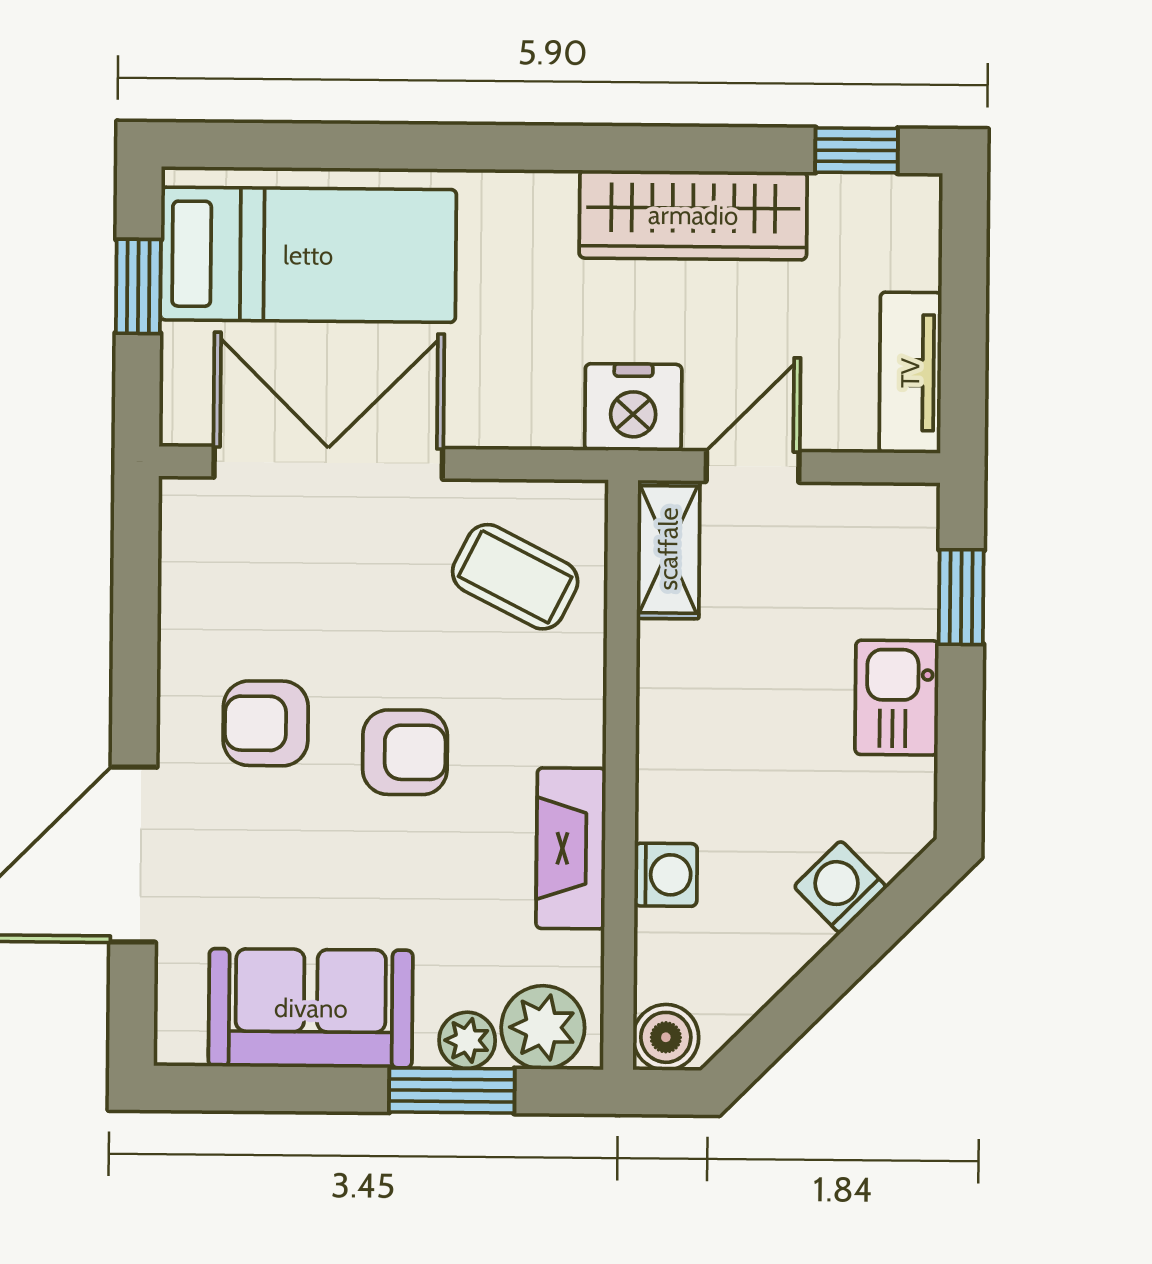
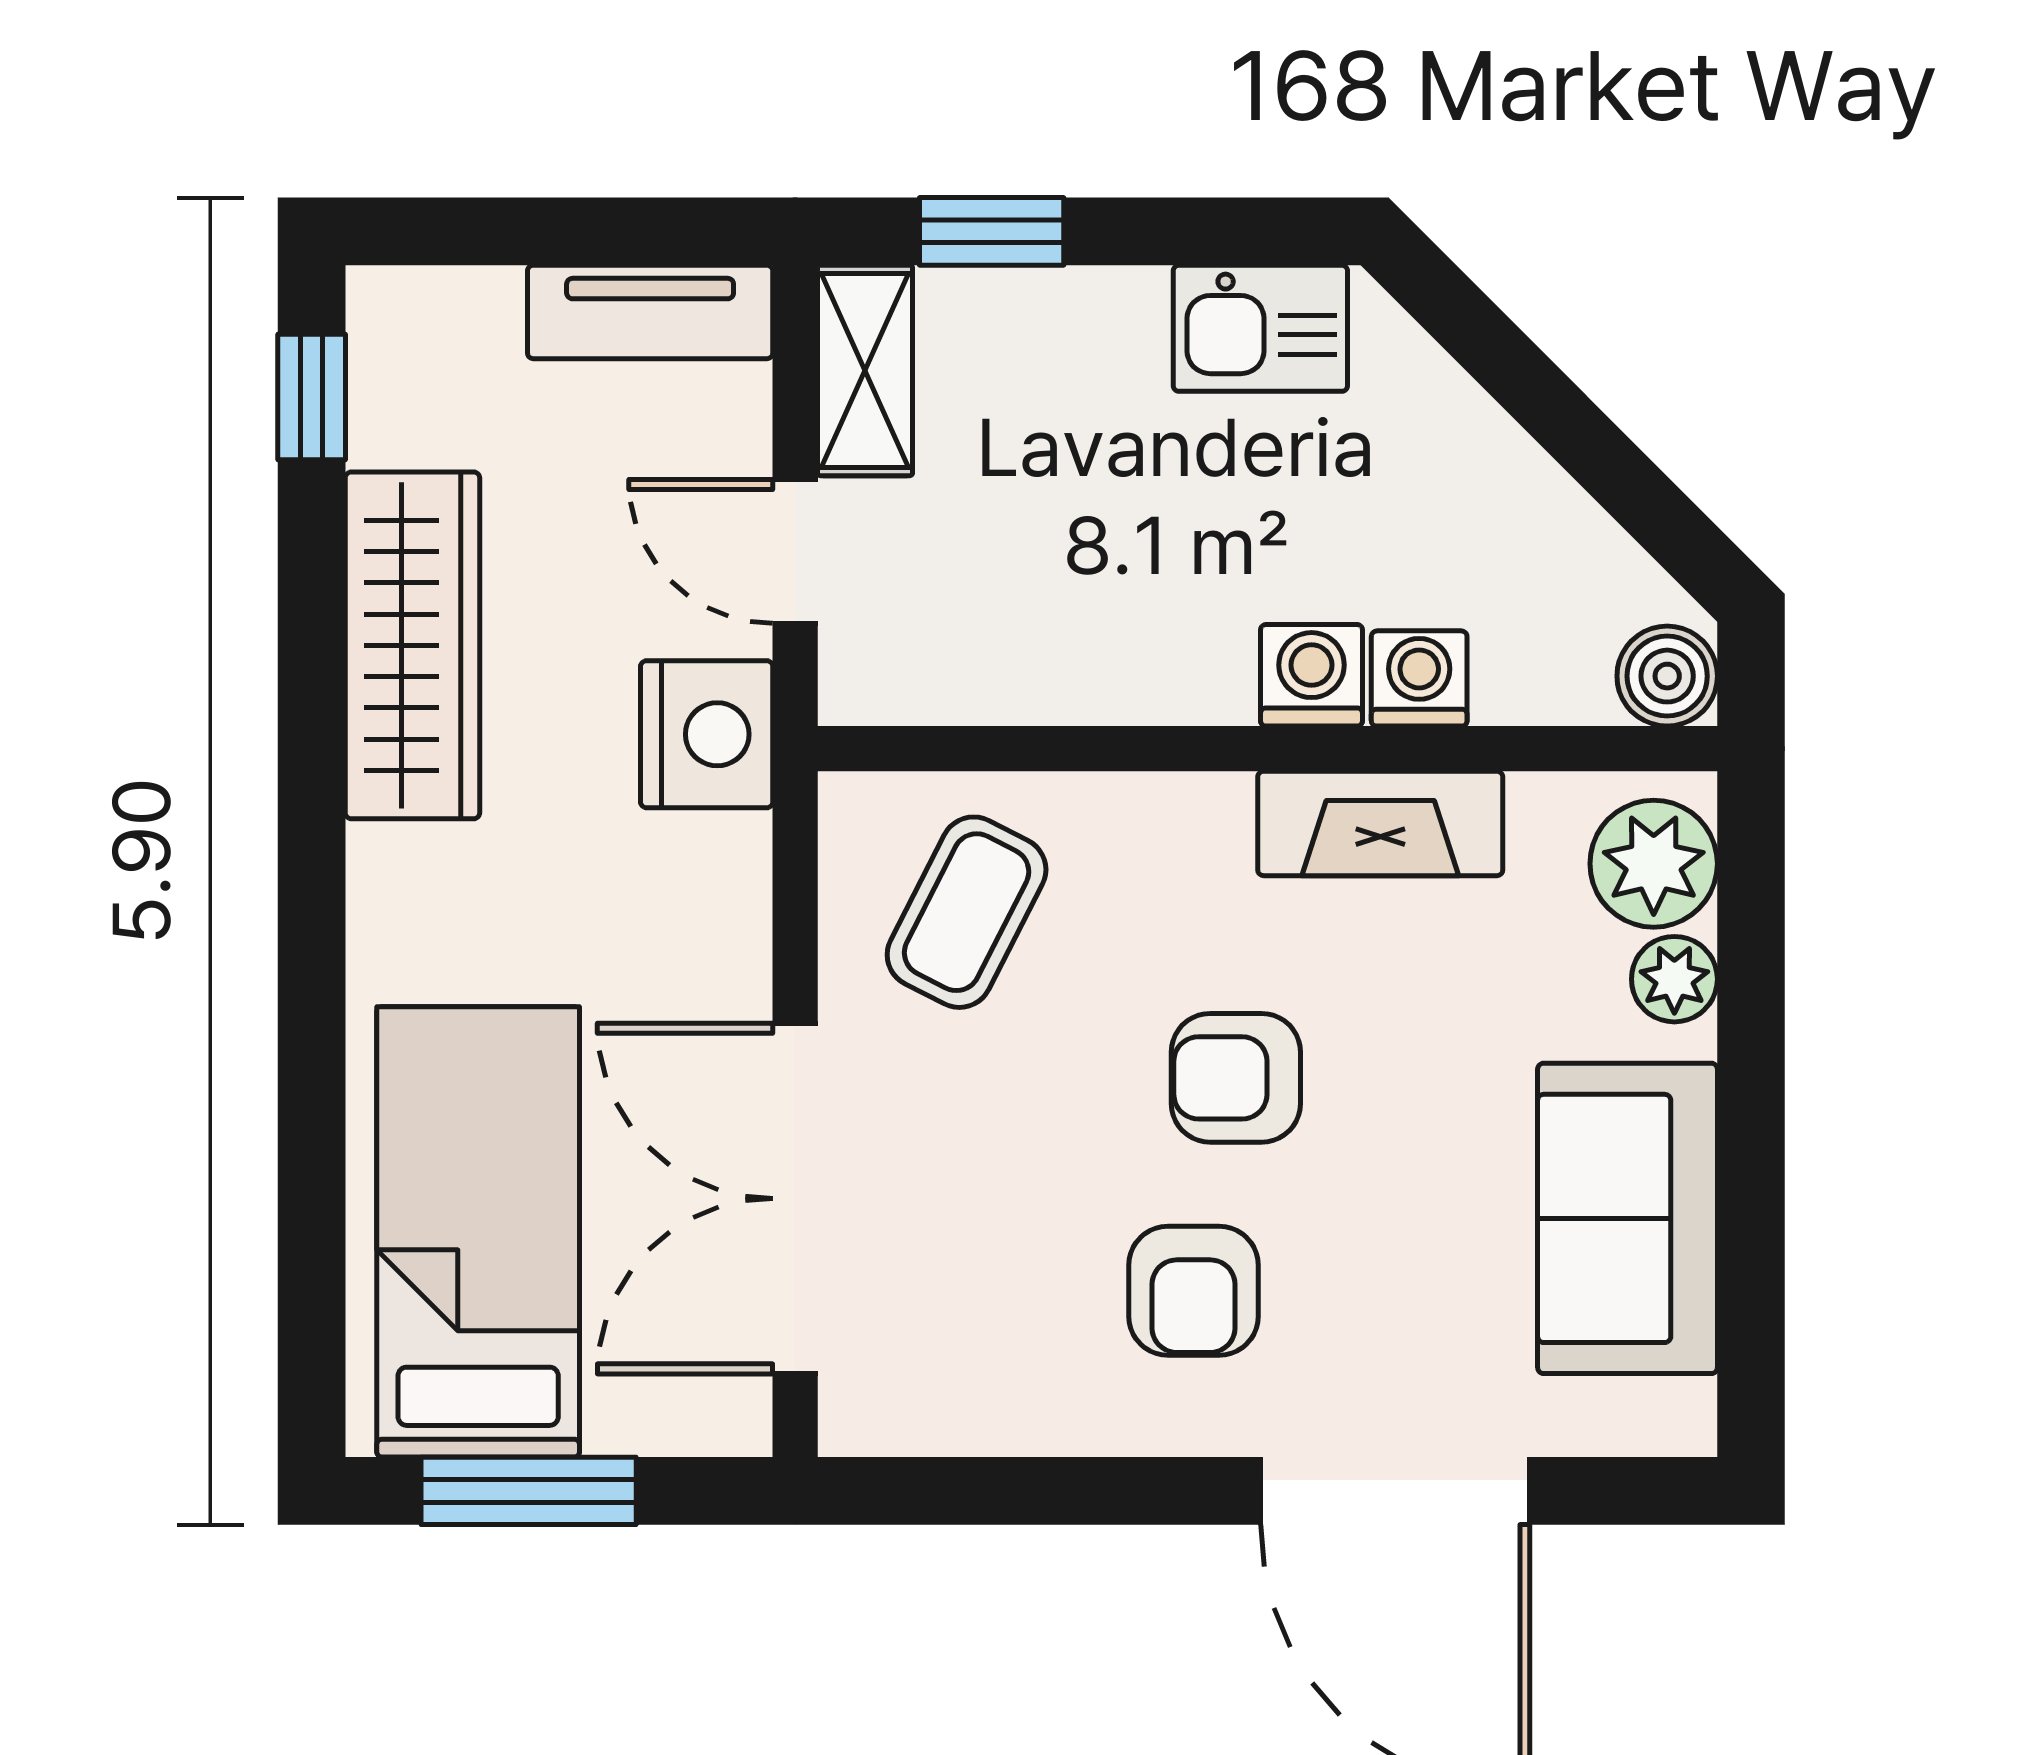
window: (138, 286) -> (529, 1491), width x1.50
shelving: (668, 549) -> (865, 370), moved, turned 90
kitchen sink: (897, 698) -> (1260, 328), moved
armchair: (405, 752) -> (1236, 1078), turned -90
washing machine: (840, 887) -> (1312, 675), moved, turned 135
window: (452, 1090) -> (1751, 1002), removed

